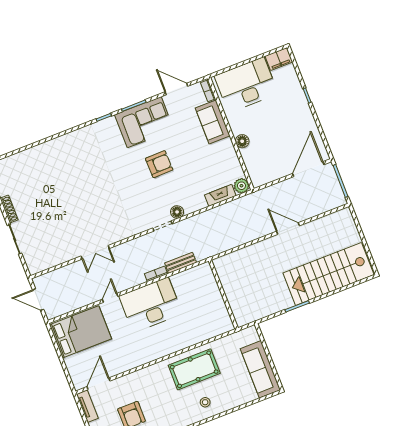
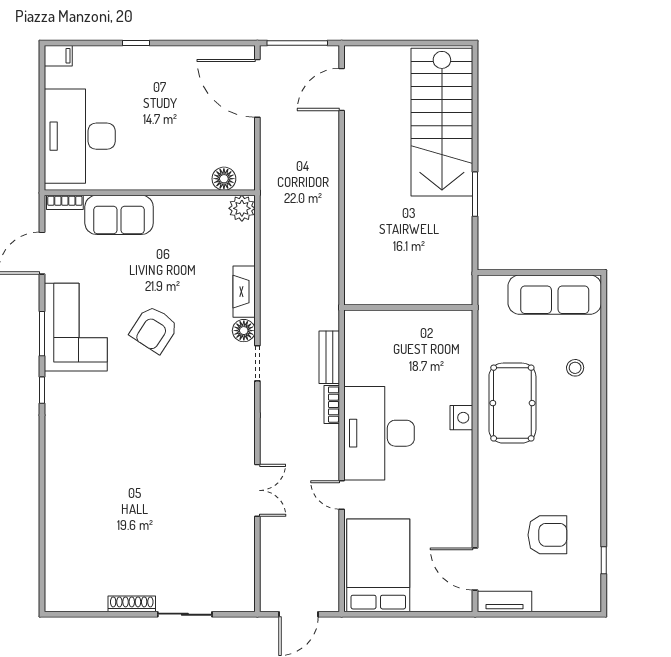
filing cabinet: (279, 59) -> (58, 56), width x0.50
floor lamp: (242, 141) -> (224, 179), moved
armchair: (159, 164) -> (154, 329), turned -146
fireplace: (220, 195) -> (244, 292), moved
door: (288, 228) -> (342, 90), moved
nightstand: (176, 345) -> (461, 418), added
stool: (205, 402) -> (575, 368), moved

